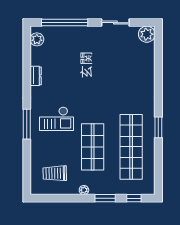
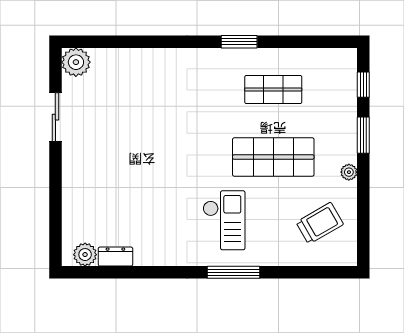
window: (65, 23) -> (55, 206), removed
dresser: (36, 76) -> (115, 257), moved
shop shelf: (131, 147) -> (273, 89), width x0.50, depth x0.74
trolley: (55, 173) -> (320, 223), turned -119

